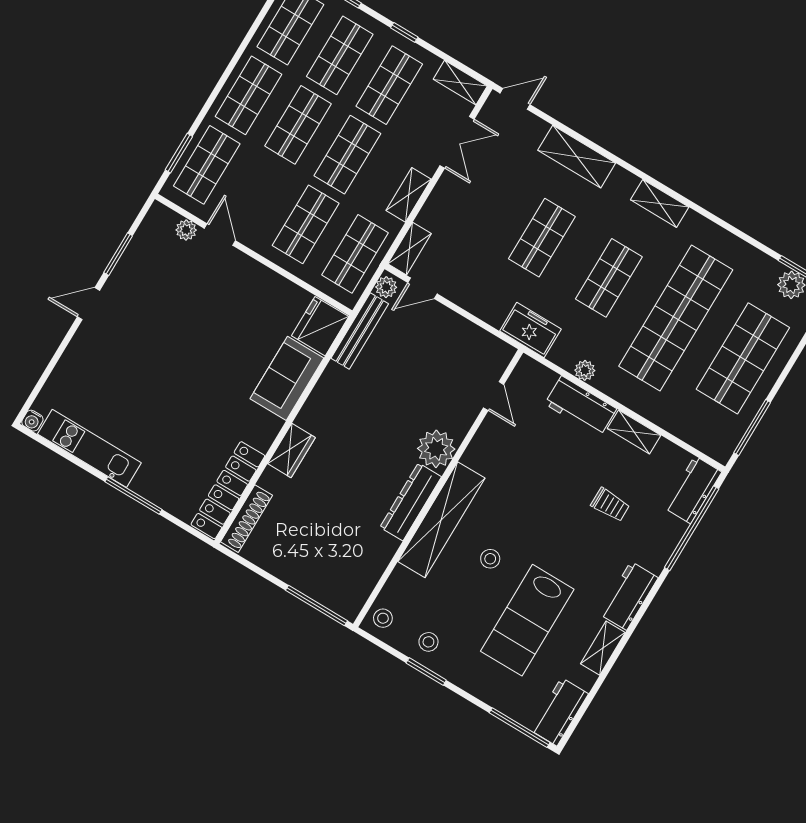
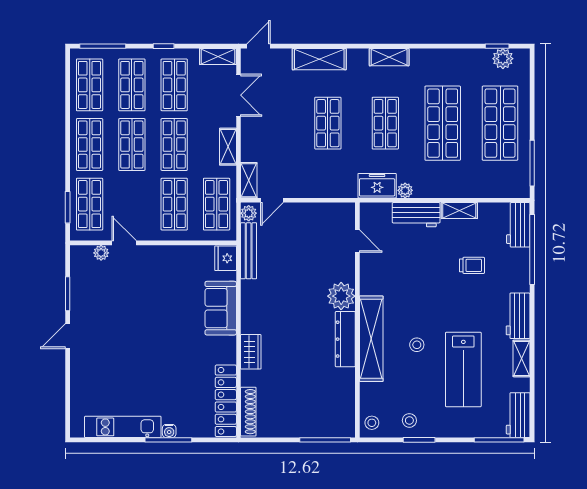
shop shelf: (676, 318) -> (443, 123), width x0.71
fridge: (320, 326) -> (226, 258), width x0.73, depth x0.75
freezer: (530, 330) -> (377, 186), moved
water cooler: (32, 421) -> (169, 431), moved

